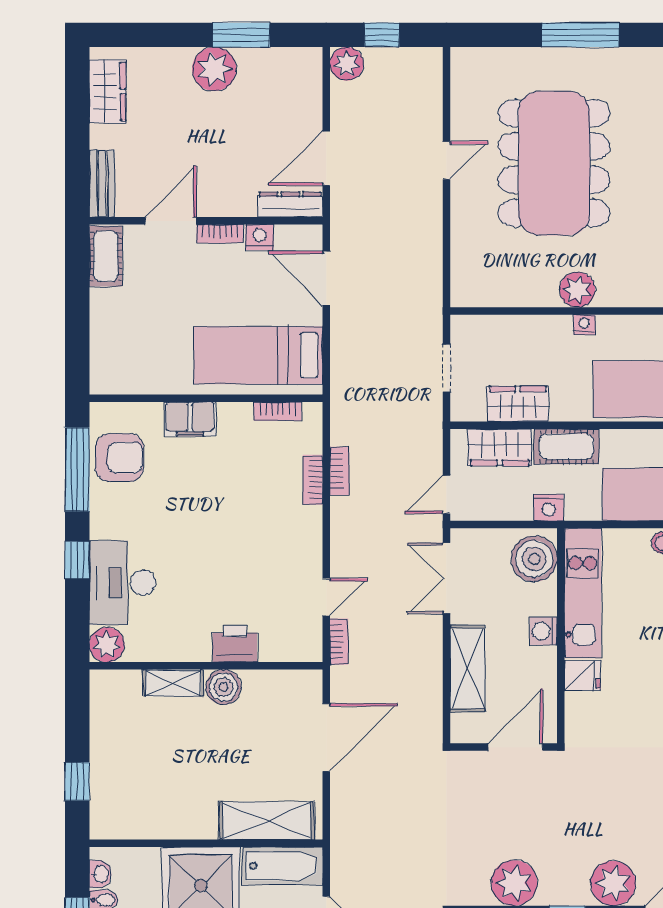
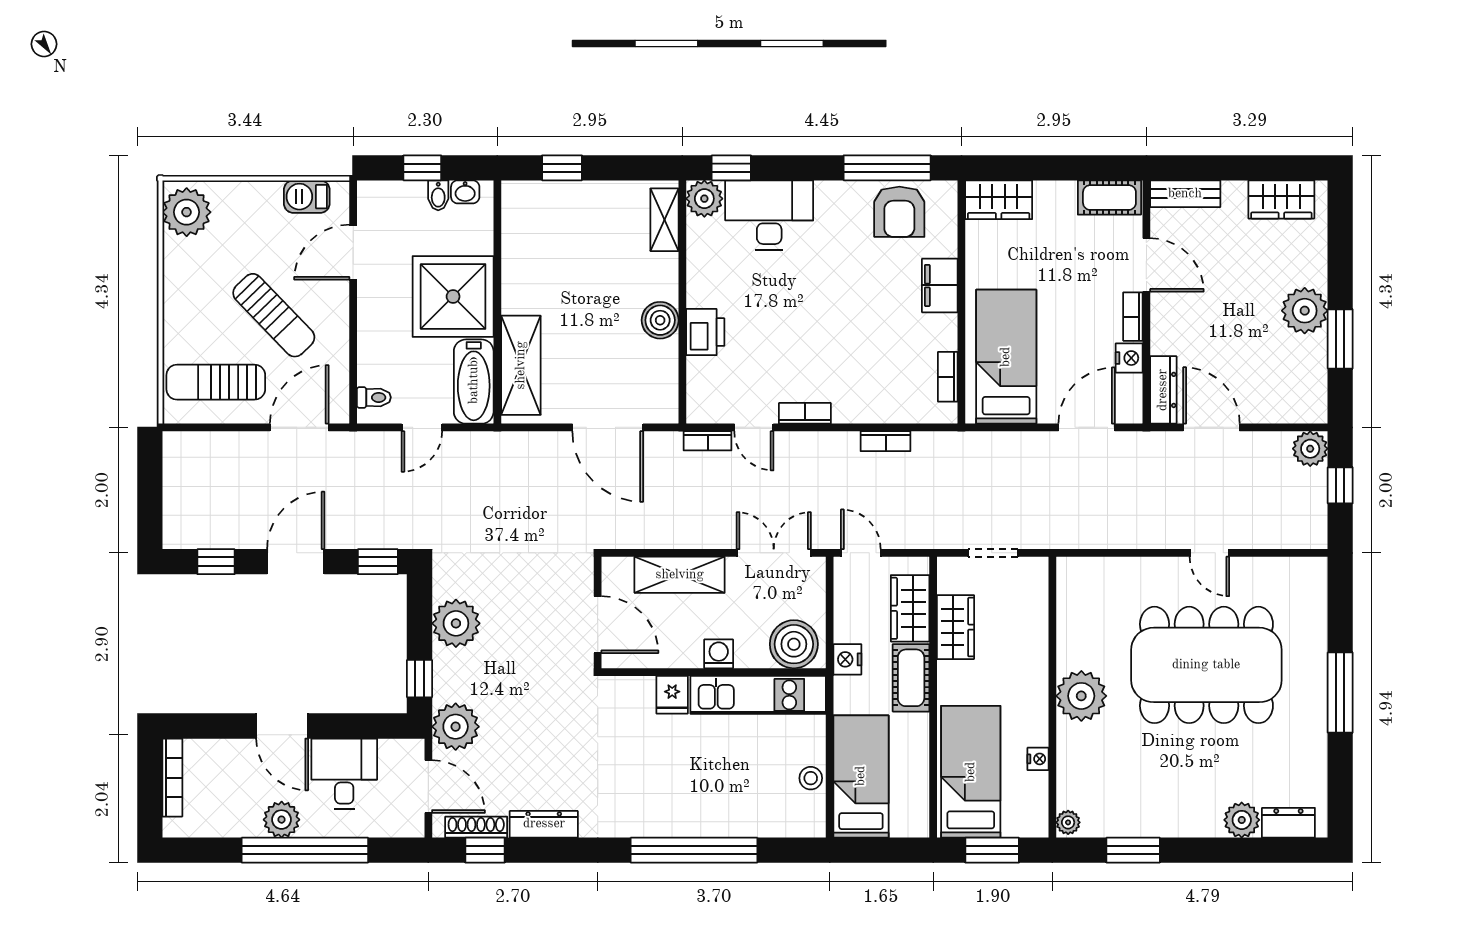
plant: (577, 290) -> (1081, 696), width x1.36, depth x1.36
nightstand: (584, 325) -> (1038, 759), moved
wardrobe: (108, 362) -> (999, 200), added
bookcase: (313, 480) -> (805, 413), moved
window: (77, 560) -> (731, 168), moved
shelving: (173, 683) -> (664, 220), moved

